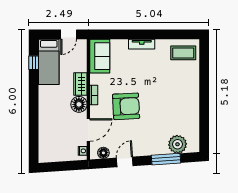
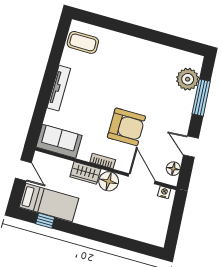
tv unit: (142, 44) -> (59, 88), width x1.41
coffee table: (183, 53) -> (83, 42), turned 90
armchair: (126, 106) -> (126, 127), turned 93

